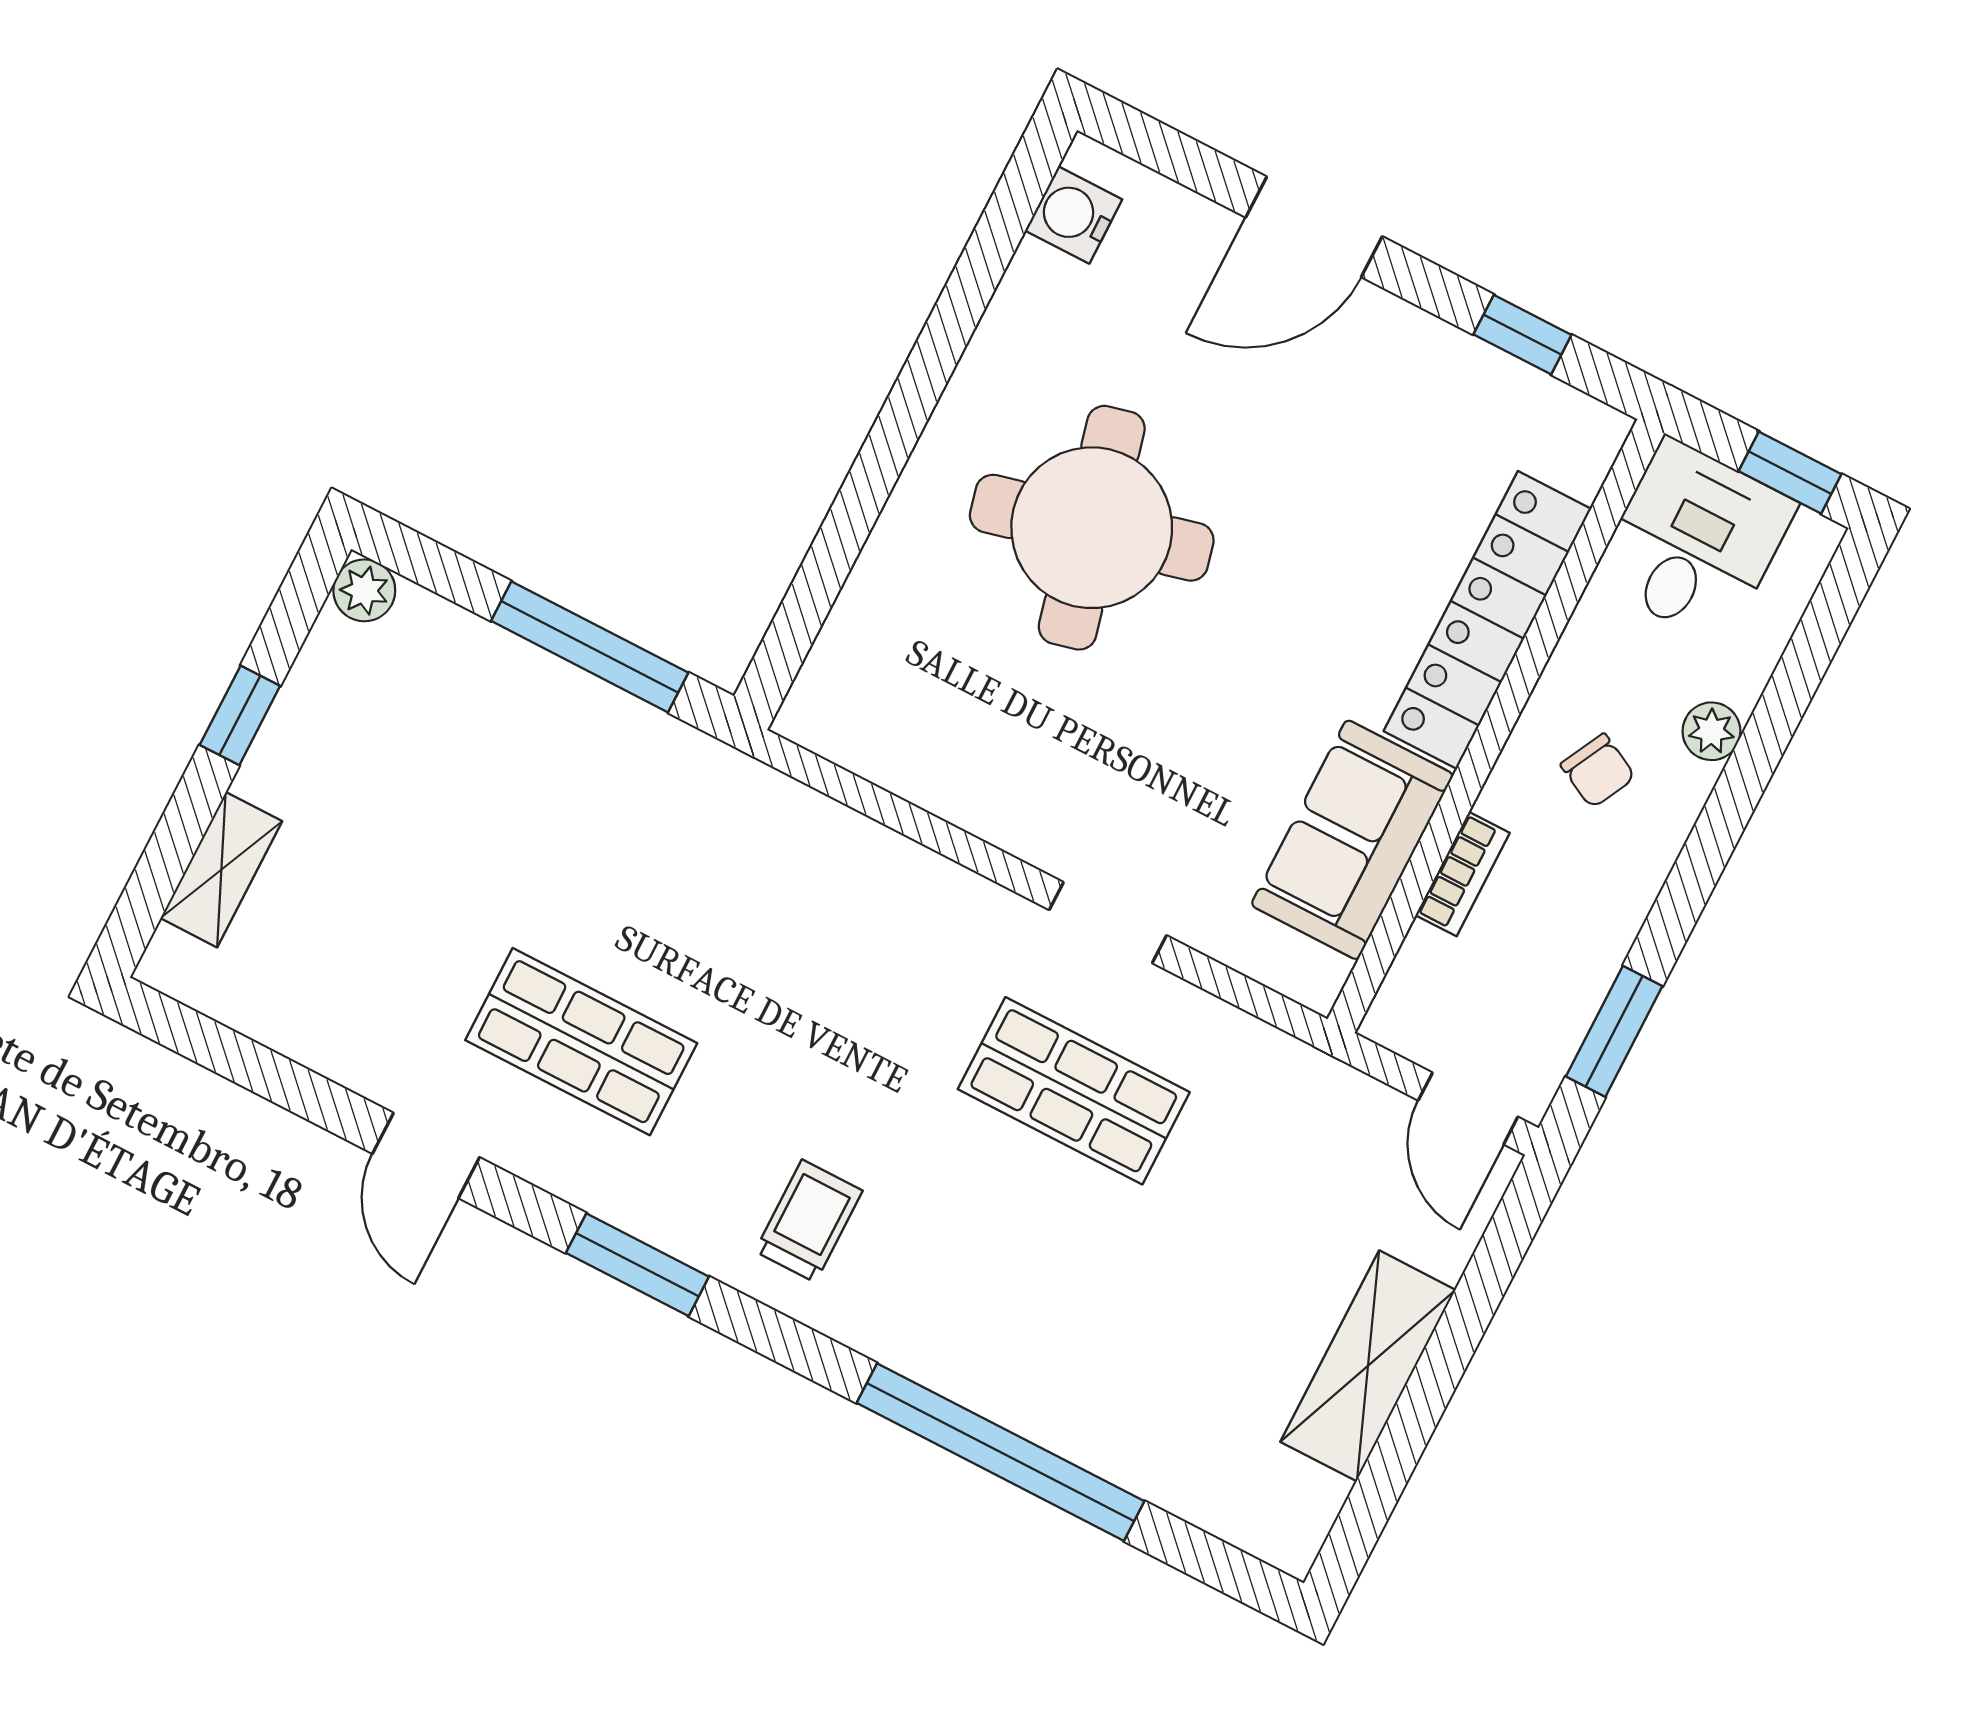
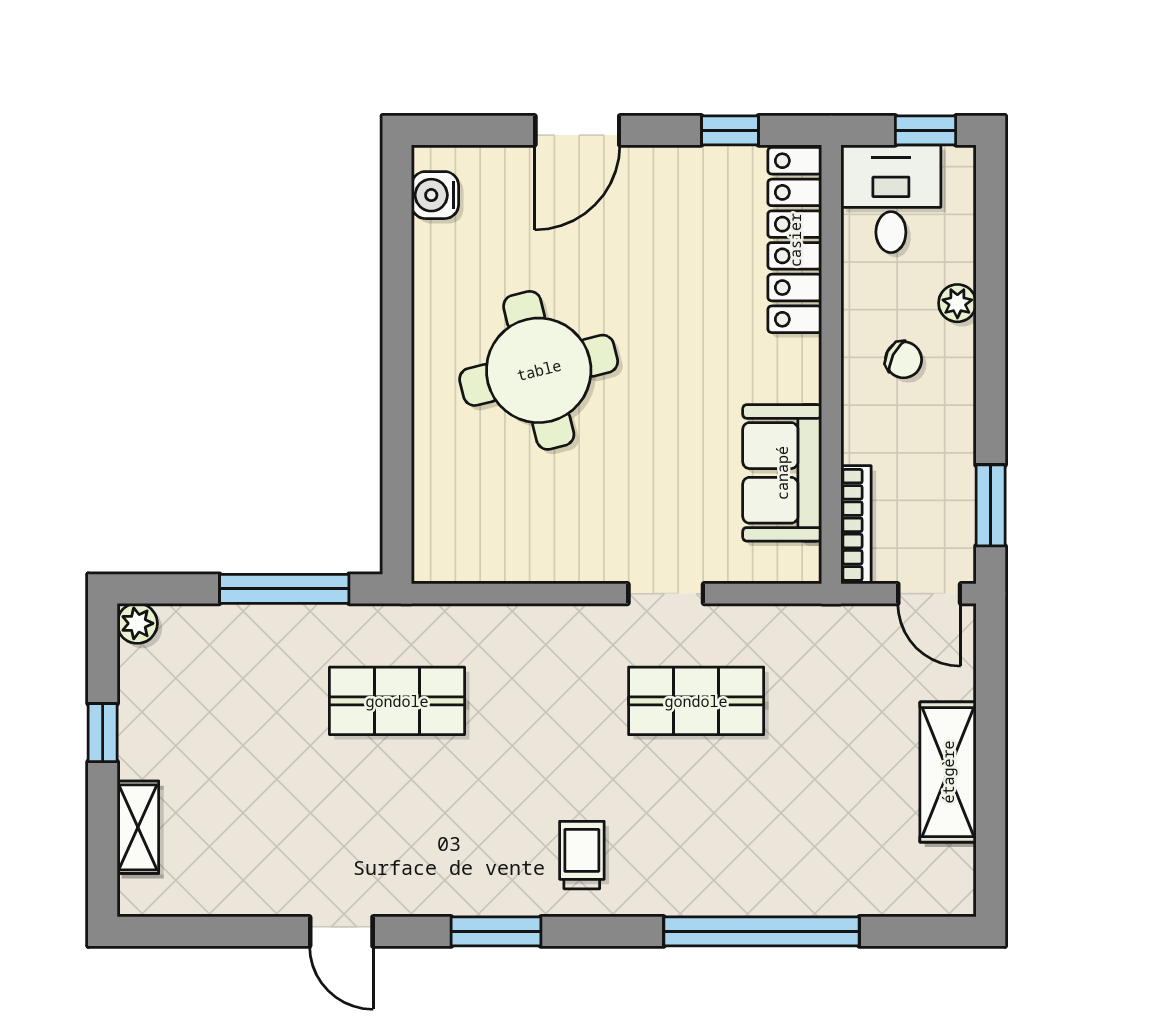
locker: (1487, 620) -> (795, 240), moved
bookcase: (1463, 874) -> (856, 525), moved, width x1.56
shop shelf: (581, 1042) -> (397, 701), moved

